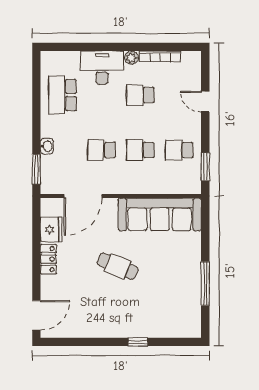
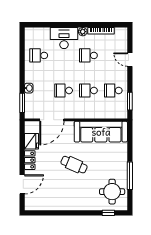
school desk: (62, 95) -> (39, 55), width x0.54
round table: (177, 308) -> (112, 192), added
door: (36, 315) -> (22, 184), moved
window: (138, 342) -> (108, 213), moved

